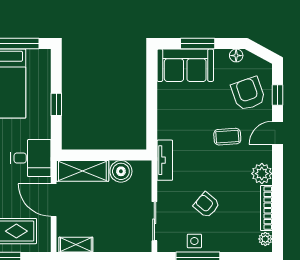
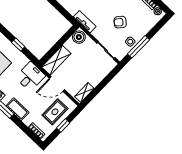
boiler: (121, 171) -> (79, 37), moved

